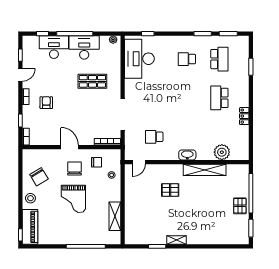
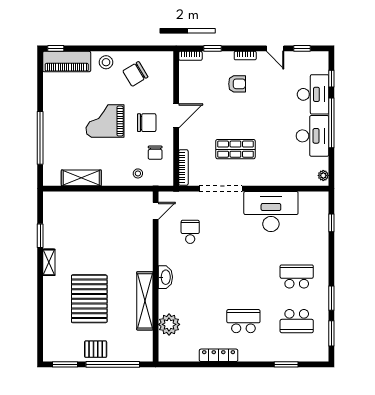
desk: (139, 59) -> (271, 211), moved
school desk: (187, 59) -> (297, 276), width x1.85
shop shelf: (92, 81) -> (235, 149), moved, turned 90
locker: (244, 116) -> (219, 355), width x1.53
door: (139, 162) -> (156, 211), swing flipped
pallet: (170, 190) -> (89, 299), moved, width x2.05, depth x2.00

